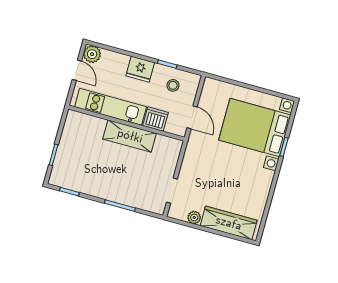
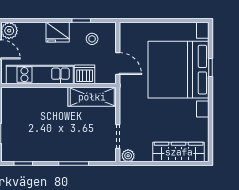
bed with nightstands: (255, 128) -> (178, 70), width x1.36
shelving: (130, 136) -> (92, 97), moved
plant: (194, 217) -> (128, 156), moved

